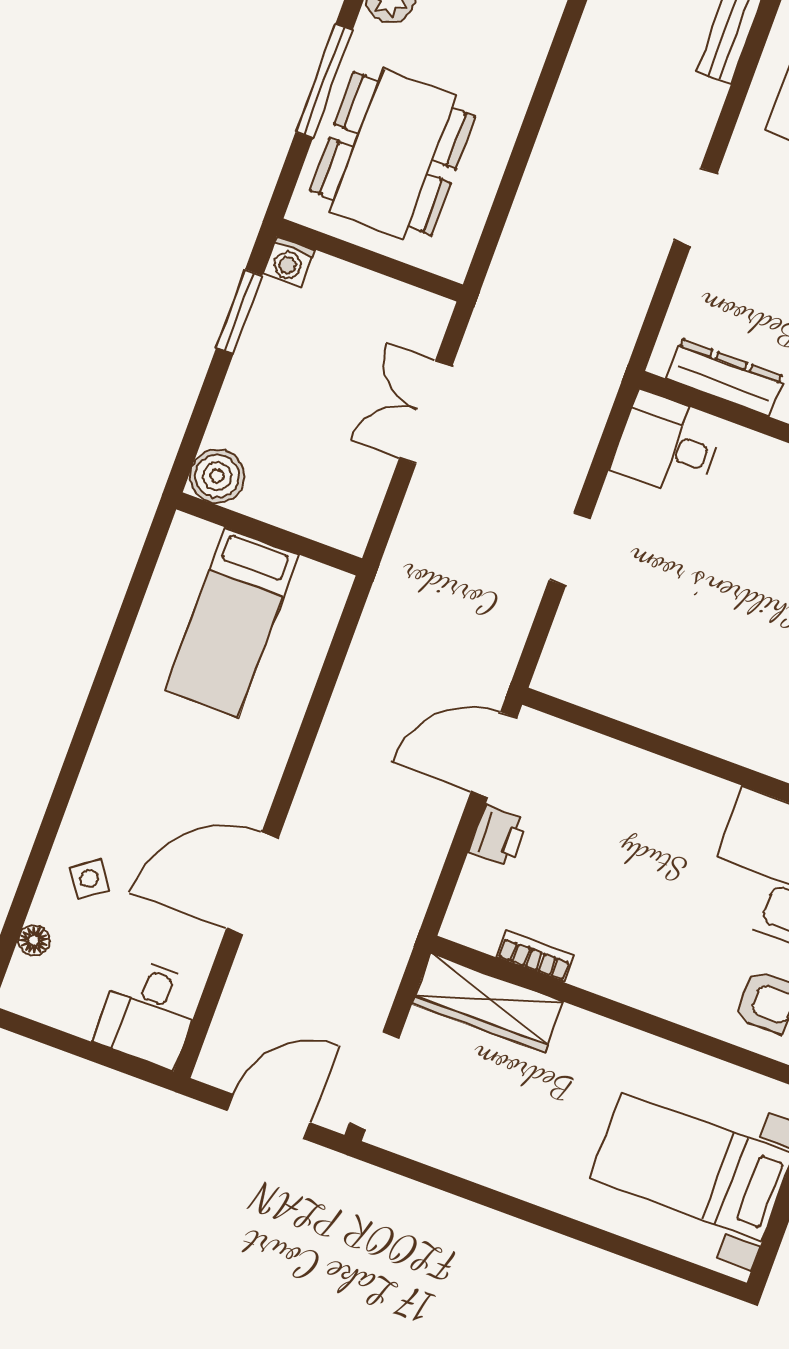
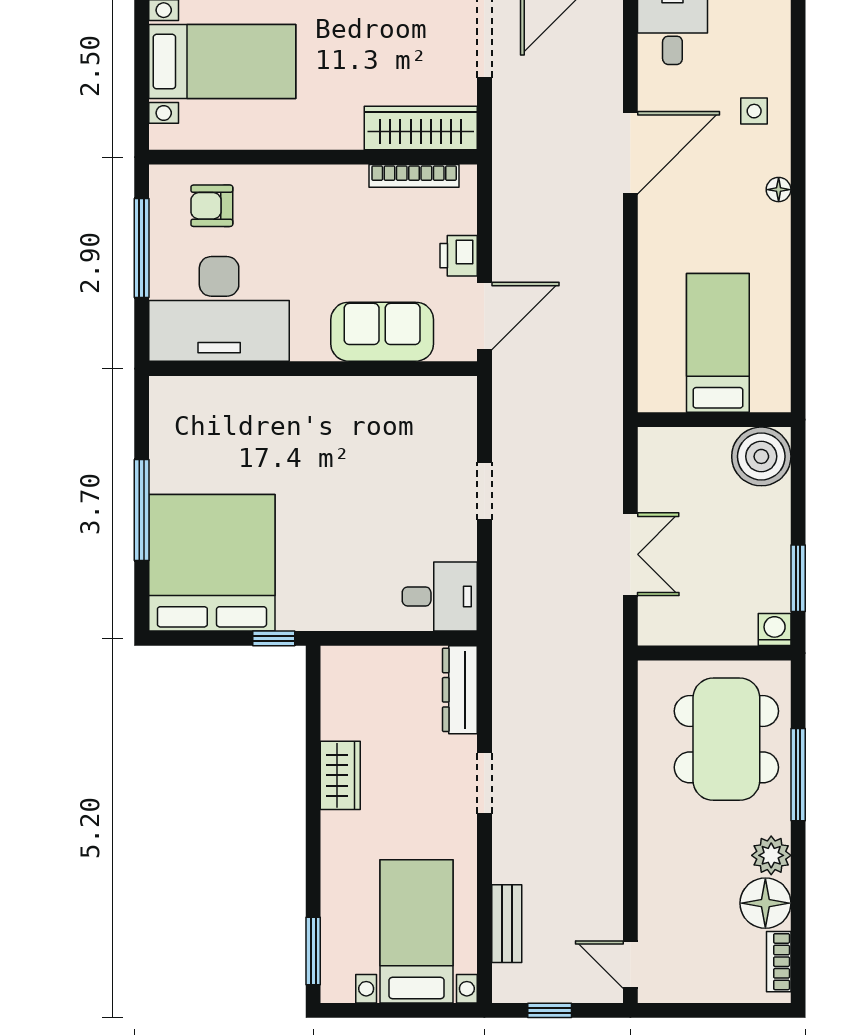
dresser: (725, 377) -> (460, 690), moved, turned 90
boiler: (217, 476) -> (761, 456), width x1.37, depth x1.37
sofa: (621, 780) -> (382, 332), added
side table: (89, 879) -> (754, 111), turned 36
floor lamp: (34, 940) -> (779, 190), moved
bookcase: (535, 956) -> (414, 176), width x1.56

